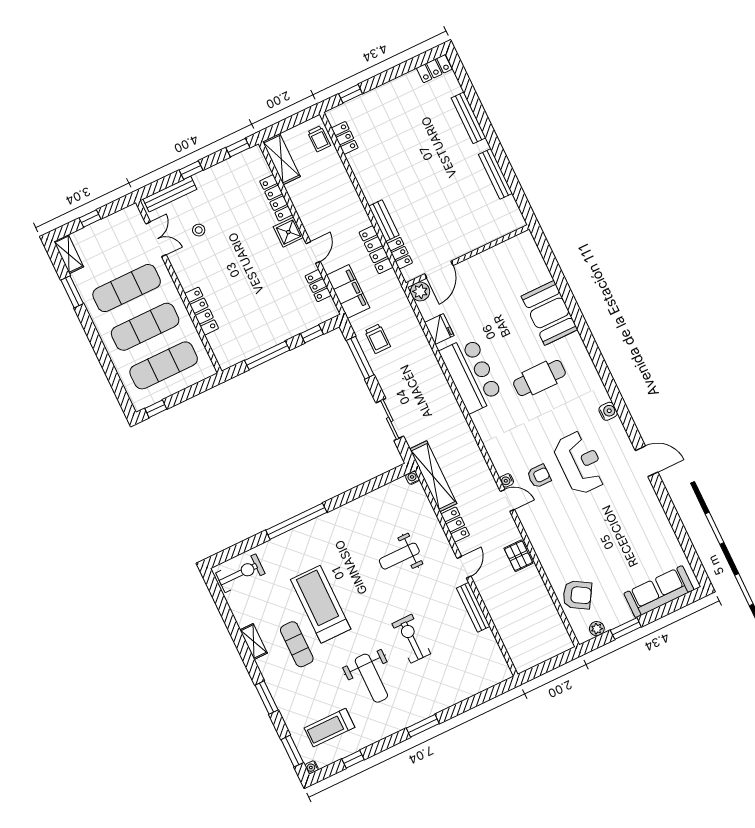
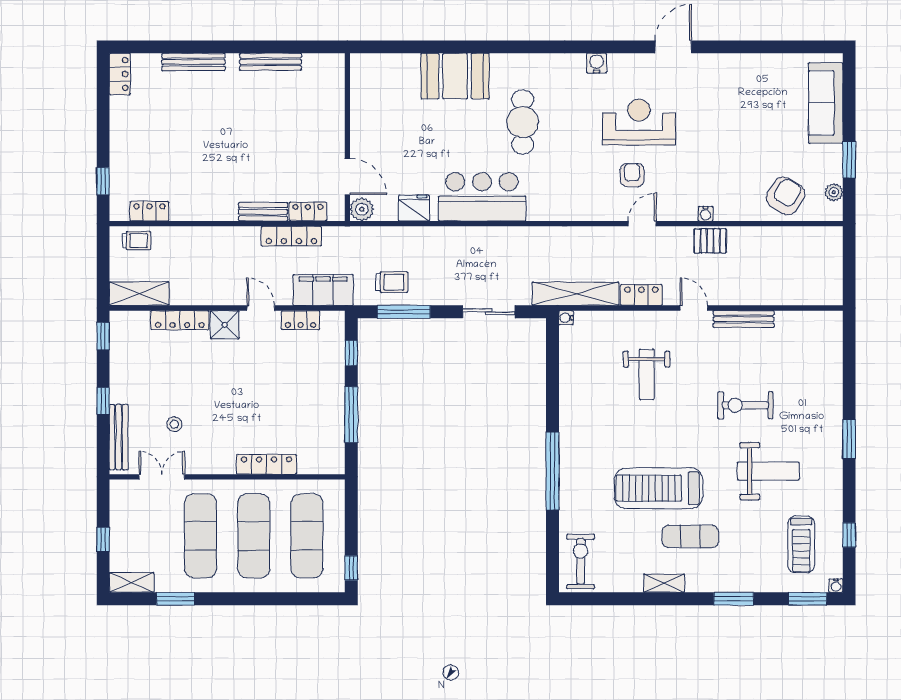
water cooler: (507, 480) -> (705, 214), moved

